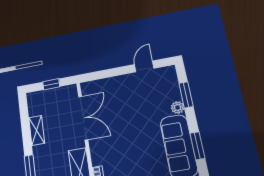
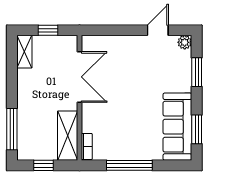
plant: (177, 108) -> (185, 42), moved
shelving: (37, 130) -> (24, 52), moved

